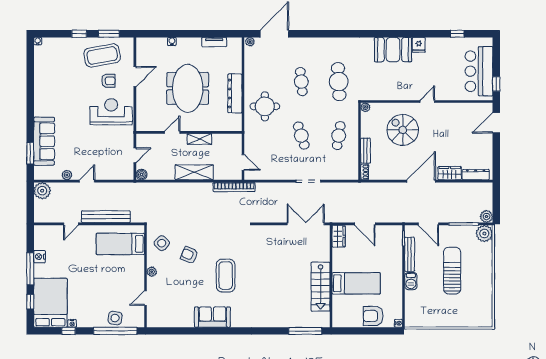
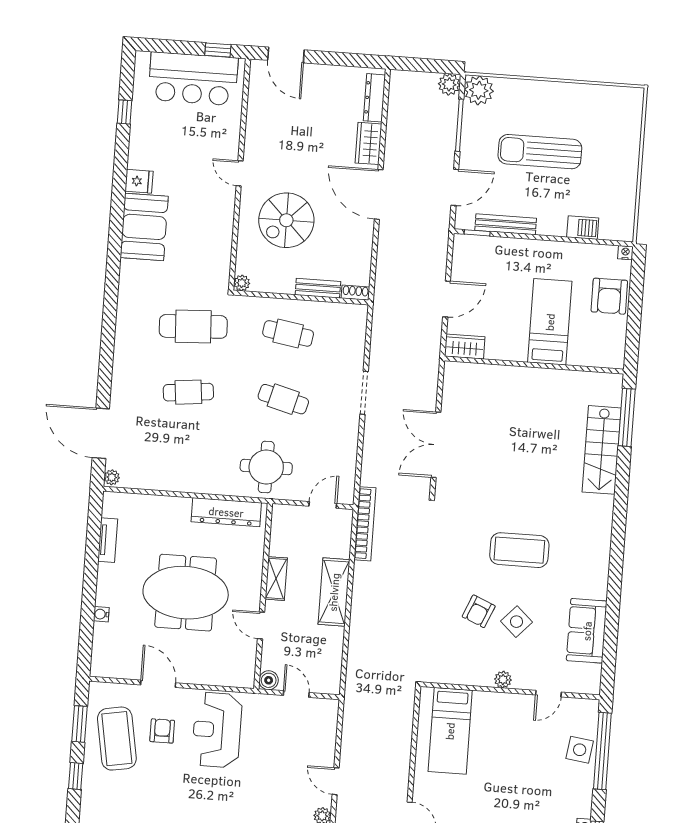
dresser: (235, 93) -> (226, 512), moved
round table: (265, 106) -> (266, 467), moved
cafe table: (301, 136) -> (283, 399), turned 33
boiler: (141, 175) -> (269, 680), moved
bench: (106, 217) -> (401, 753), removed
double door: (306, 224) -> (436, 445), moved
side table: (162, 243) -> (516, 622), moved
barbecue: (411, 281) -> (583, 228), moved
stairs: (321, 287) -> (602, 450), moved, turned 90
door: (146, 298) -> (548, 694), hinge flipped
sofa: (212, 317) -> (587, 631), moved

